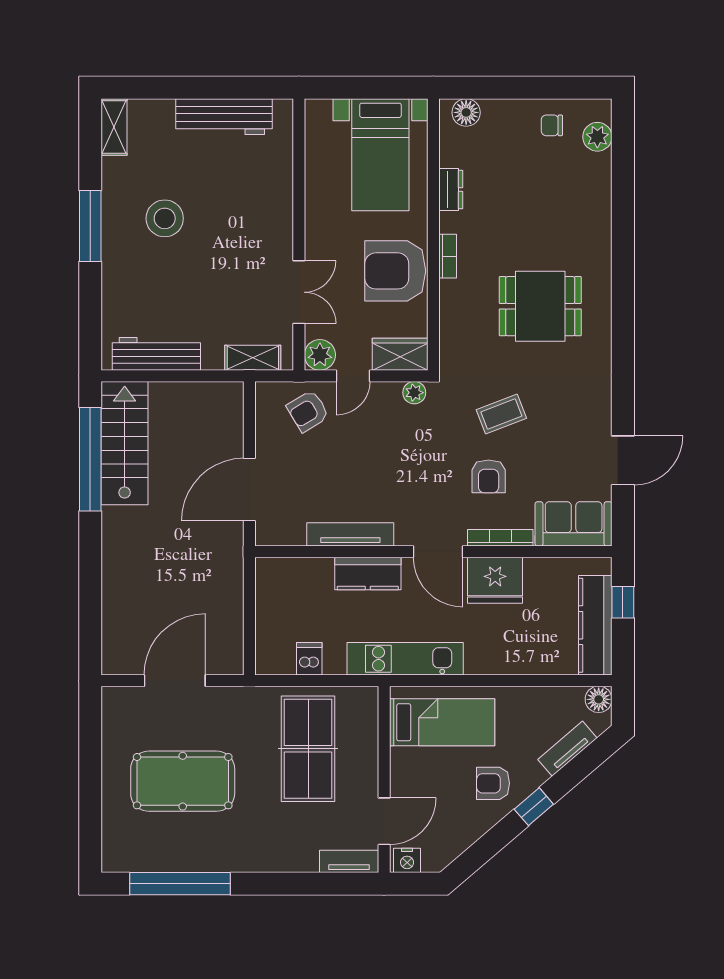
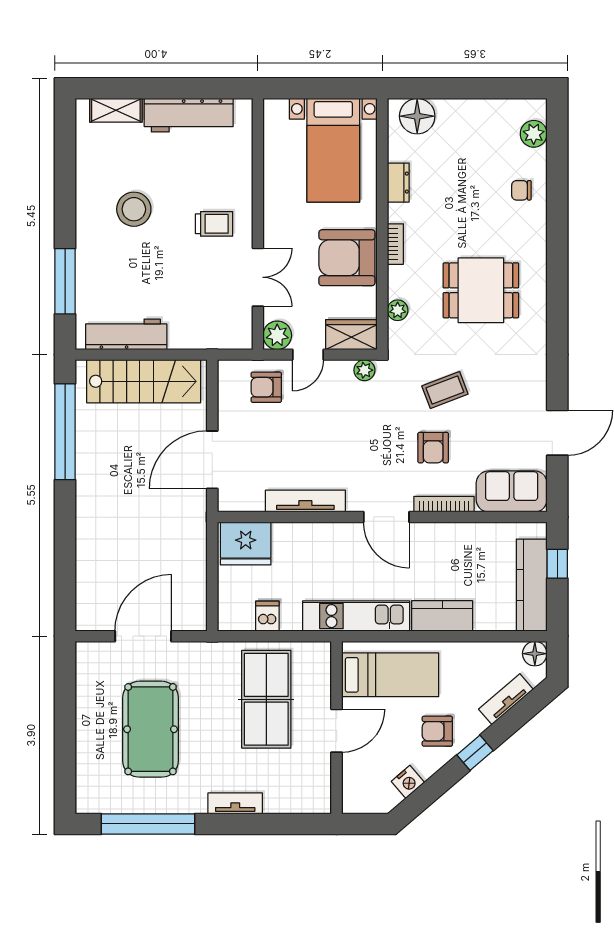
floor lamp: (466, 112) -> (417, 116), width x1.38, depth x1.38
chair: (552, 125) -> (521, 190), moved
shelving: (114, 127) -> (116, 110), moved, turned 90
window: (90, 226) -> (65, 281), moved
trolley: (251, 234) -> (214, 224), added
plant: (450, 328) -> (398, 310), added
shelving: (253, 358) -> (215, 338), removed
armchair: (308, 411) -> (266, 387), turned 31
stairs: (125, 443) -> (144, 381), moved, turned 90
kitchen counter: (368, 573) -> (442, 616), moved, turned 180
fridge: (495, 580) -> (246, 543), moved
pool table: (183, 781) -> (151, 729), turned 90
door: (384, 821) -> (337, 731), moved
nightstand: (407, 860) -> (408, 782), moved, turned -41
tv unit: (349, 861) -> (235, 803), moved

